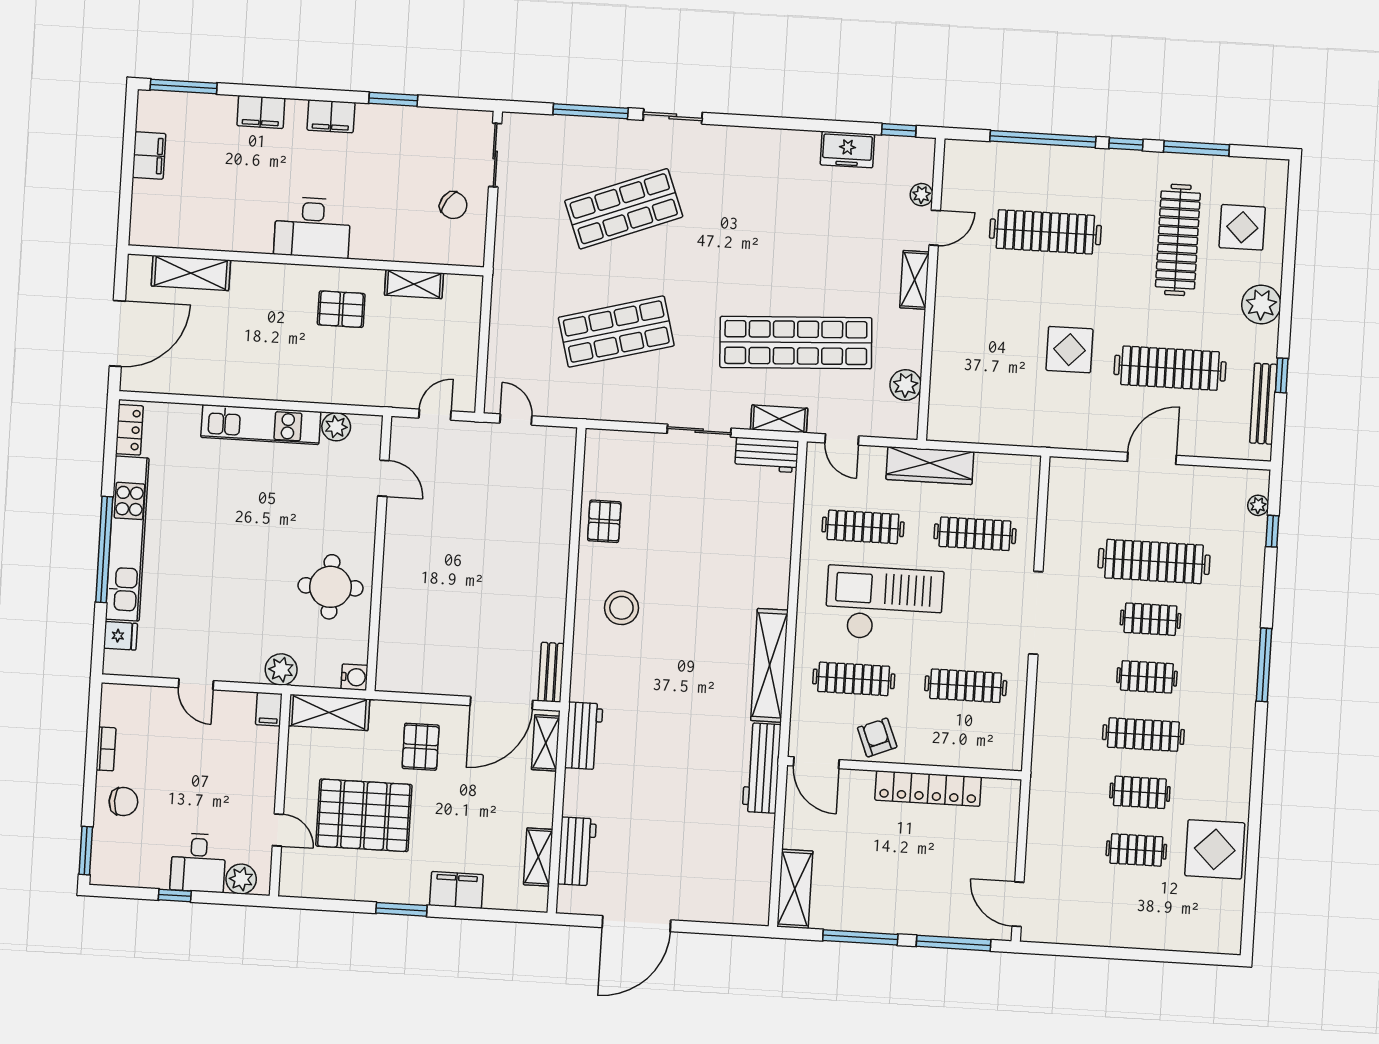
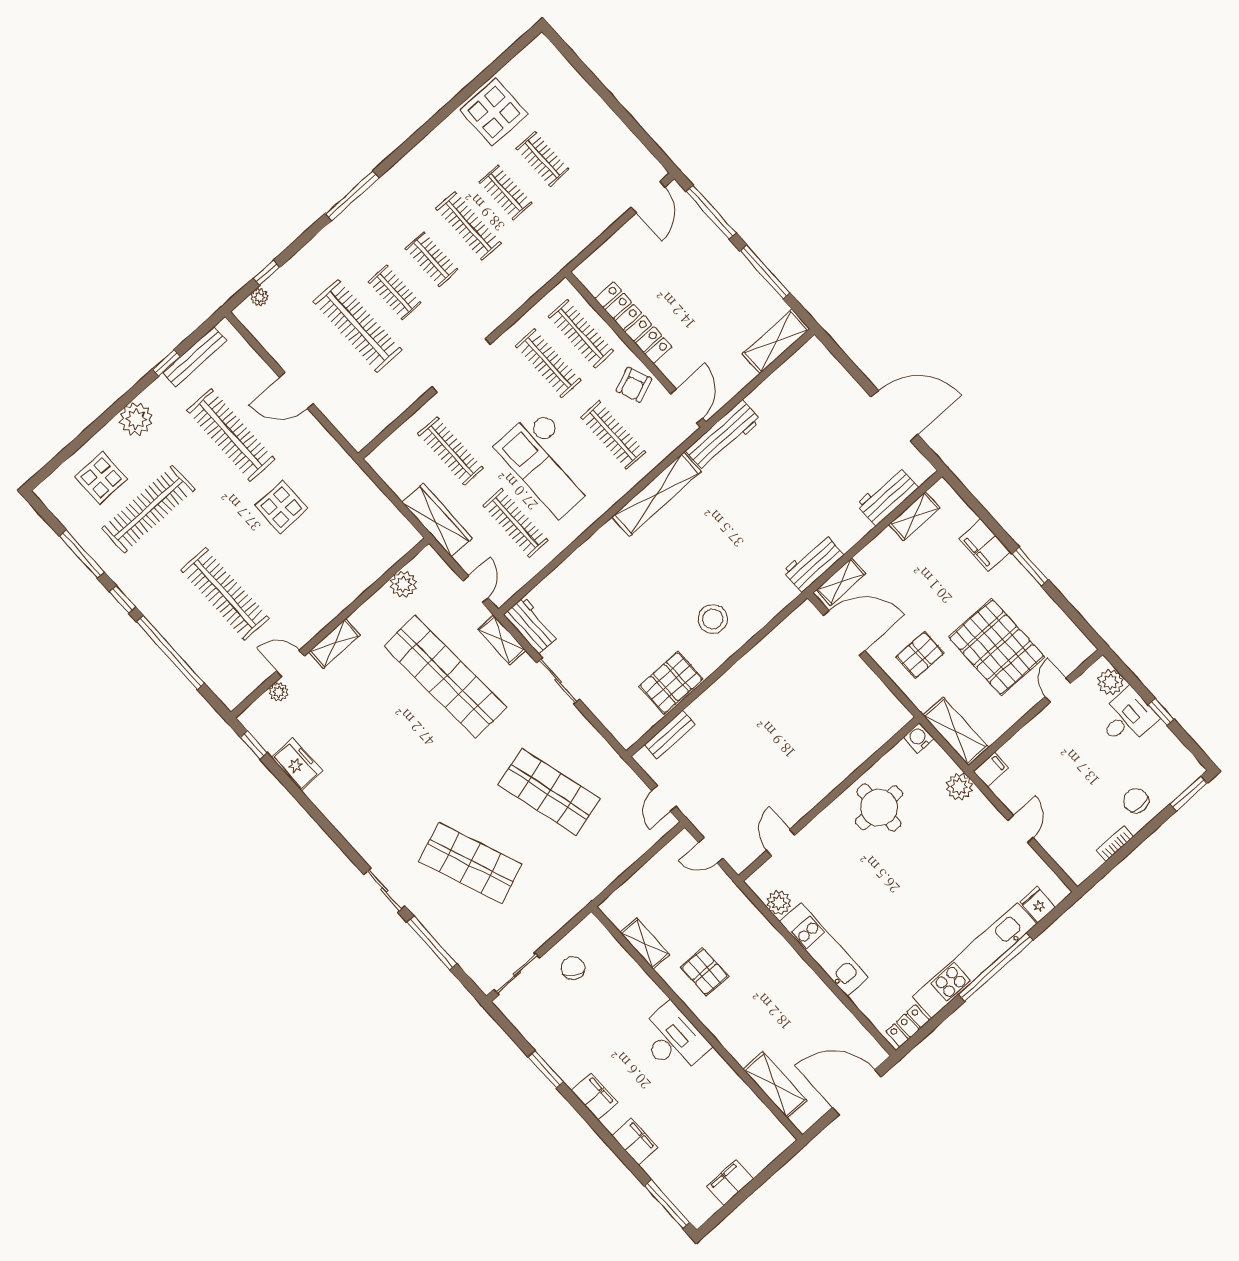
pallet: (604, 521) -> (671, 683), width x1.50, depth x1.42
bench: (551, 672) -> (670, 735), moved
clothes rail: (963, 736) -> (581, 334), added

